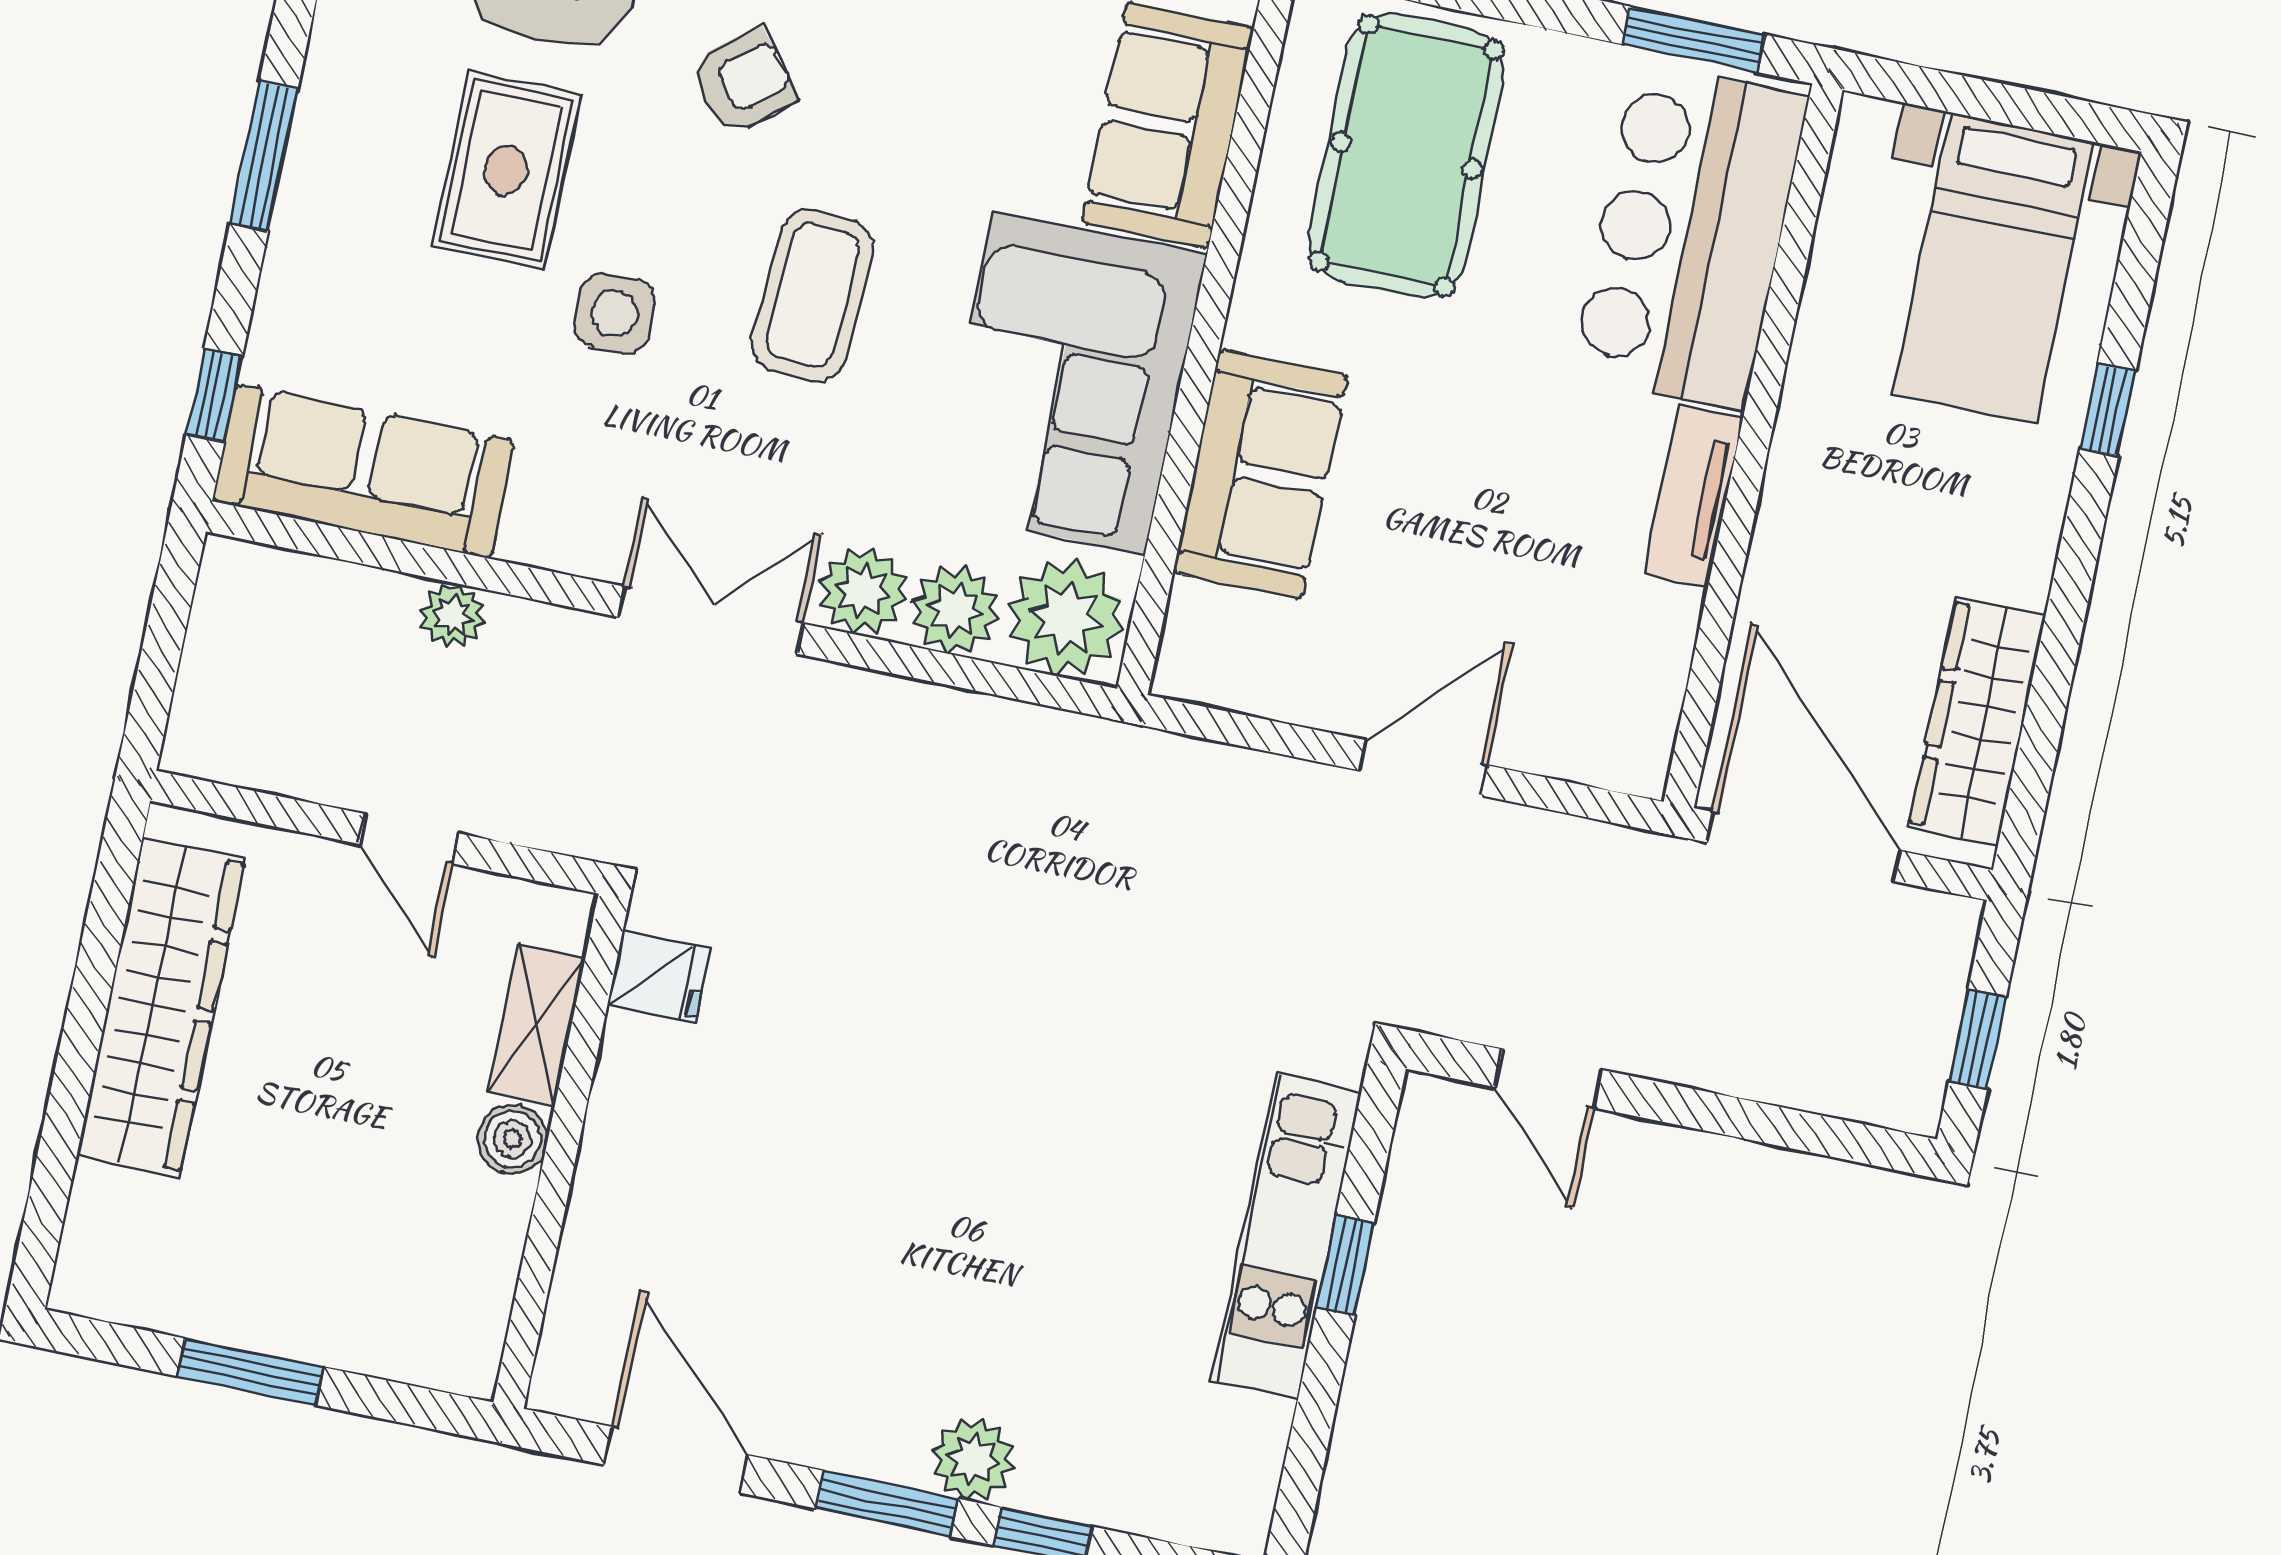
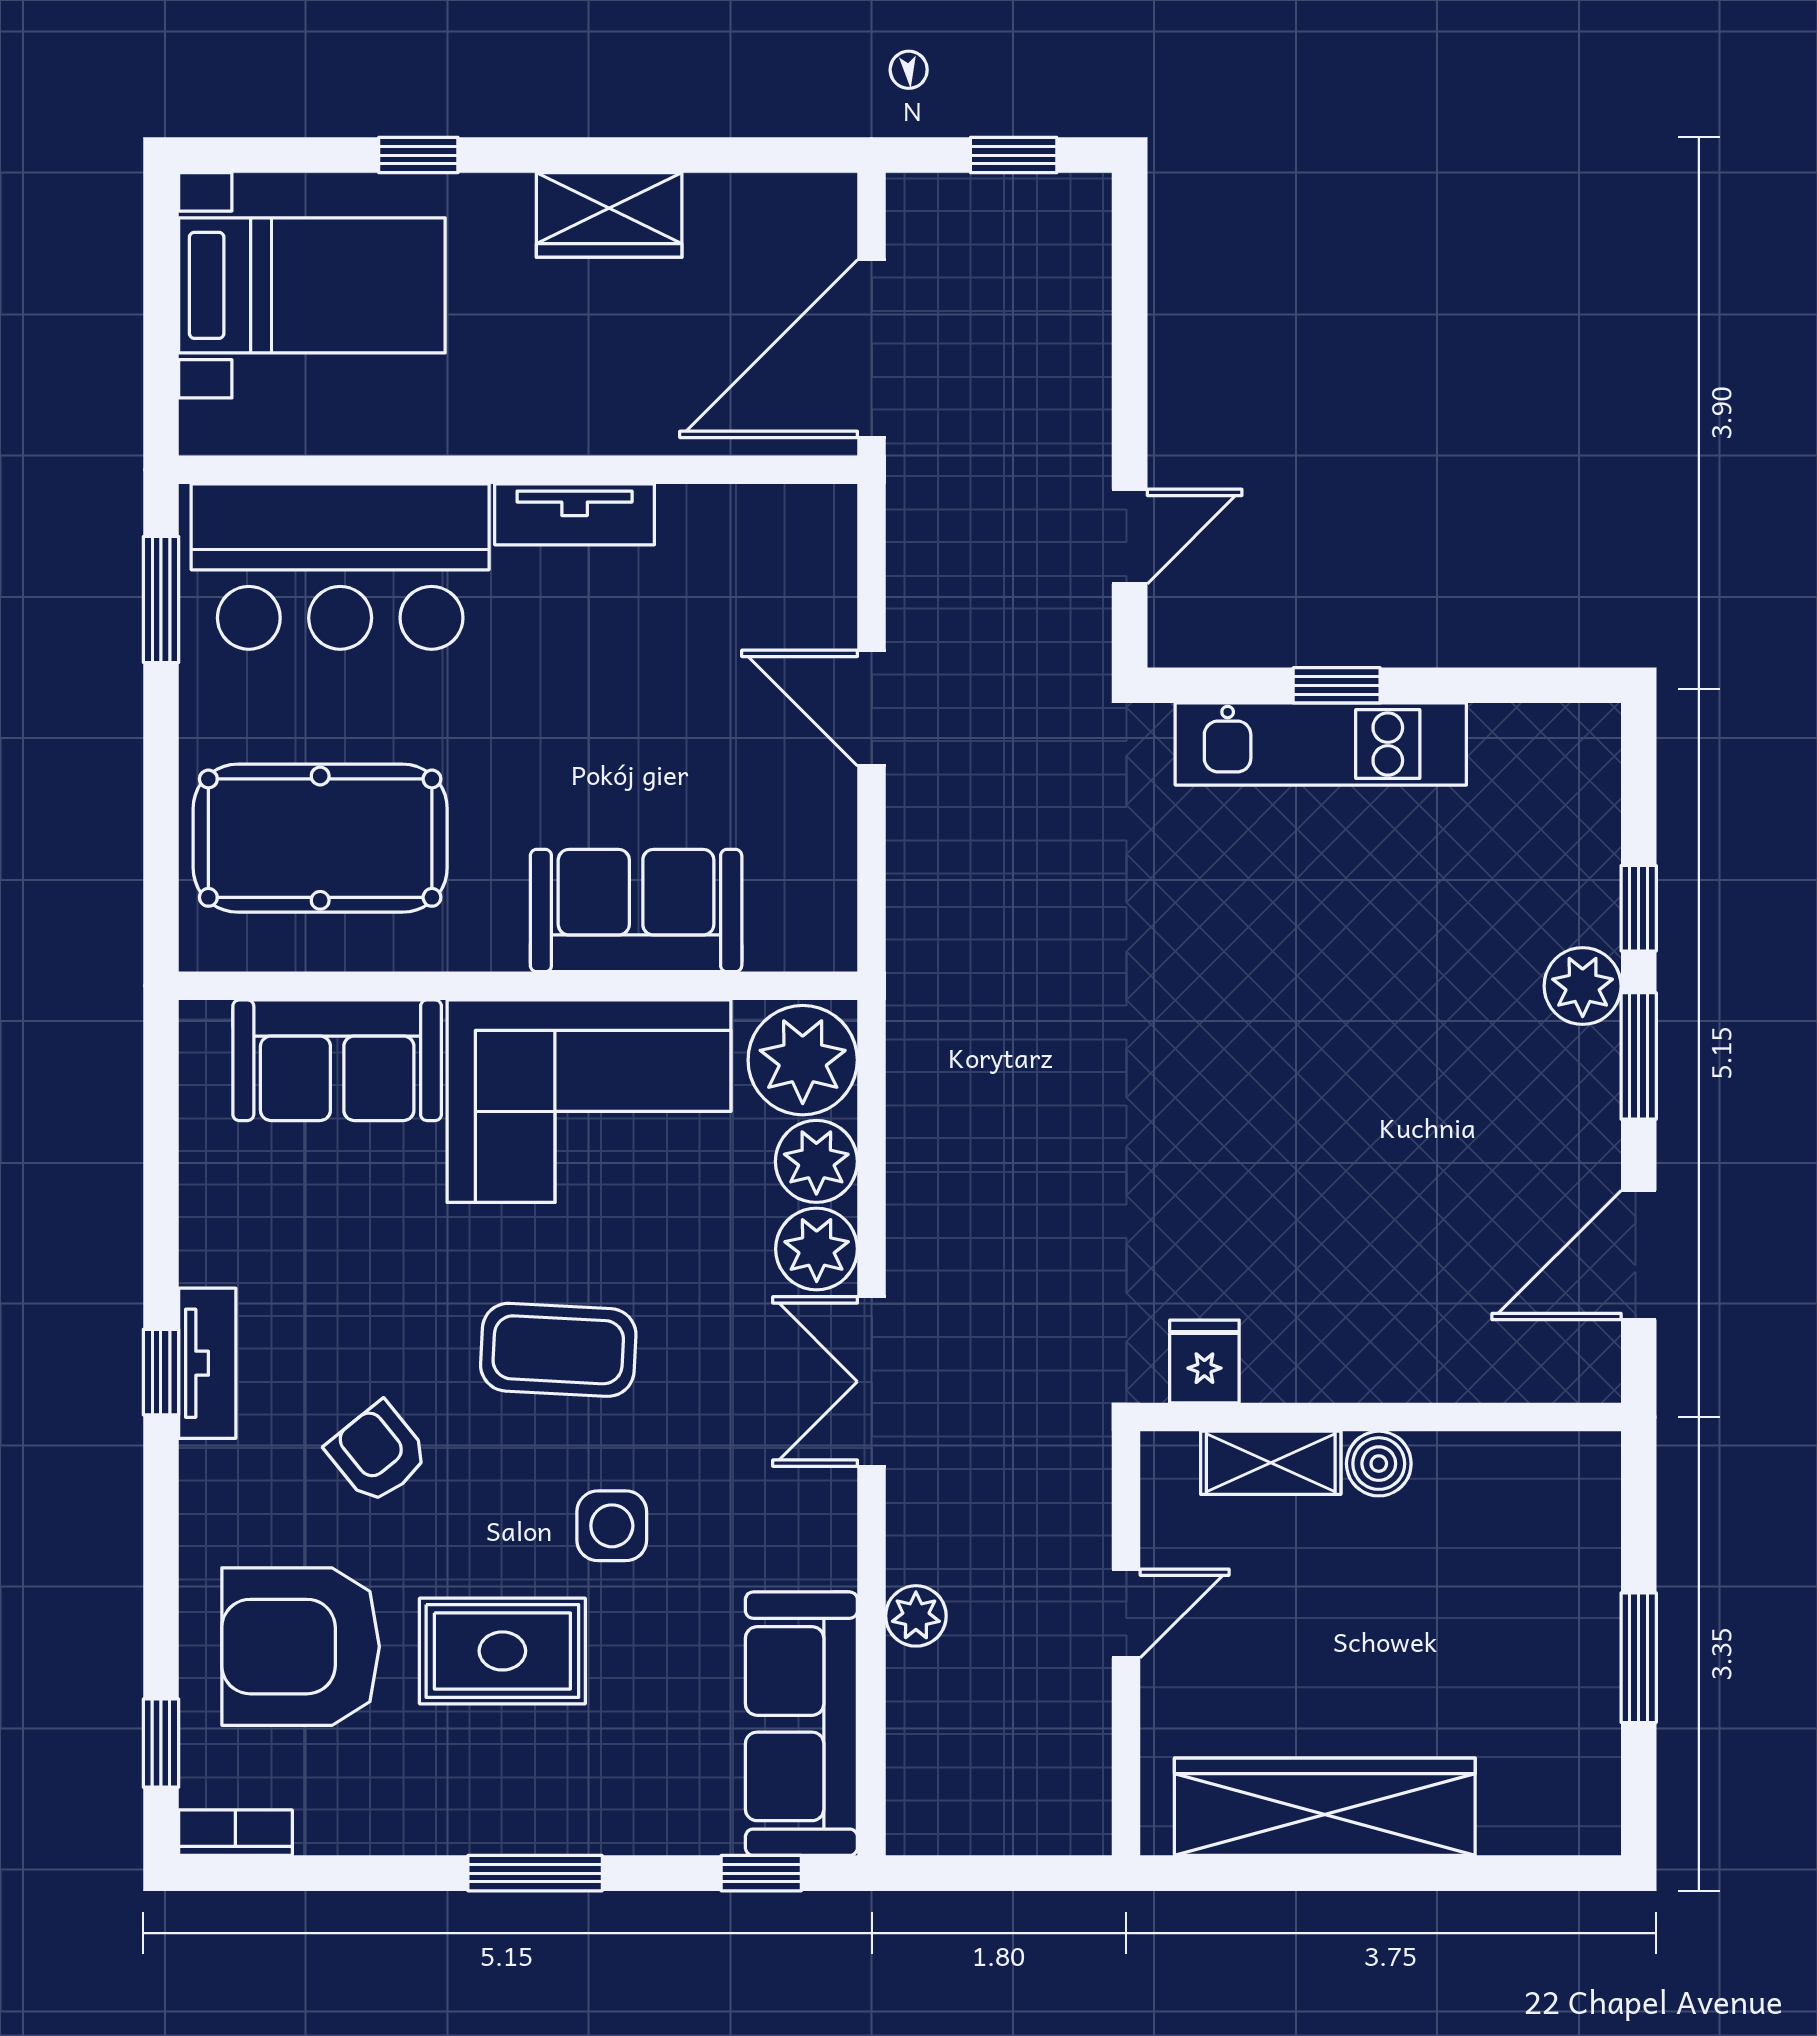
wardrobe: (1977, 721) -> (609, 215), moved, width x0.67

